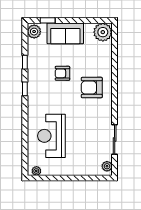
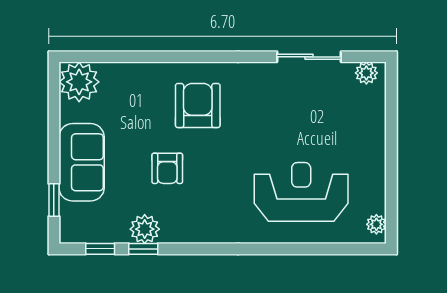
plant: (34, 32) -> (145, 229), moved
armchair: (92, 88) -> (198, 106), turned 180
window: (25, 89) -> (100, 249), moved
reception desk: (51, 136) -> (301, 192), turned 180

